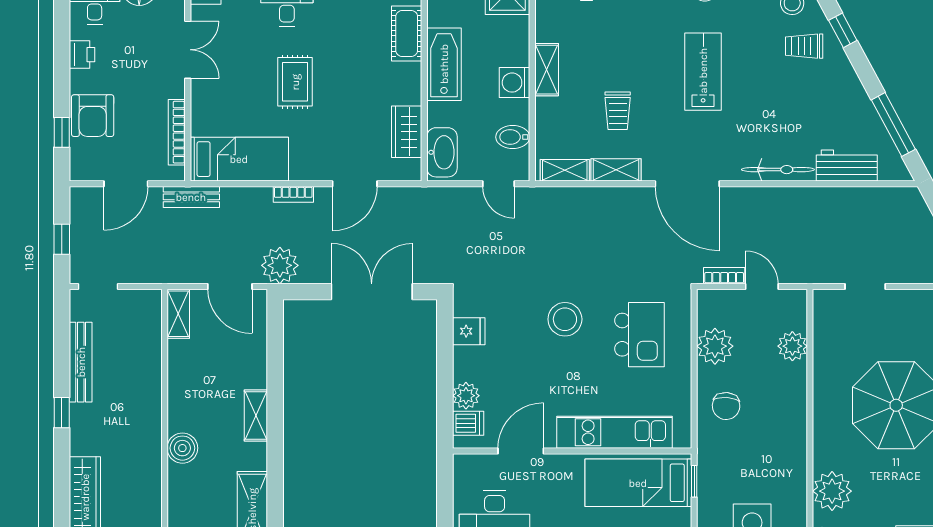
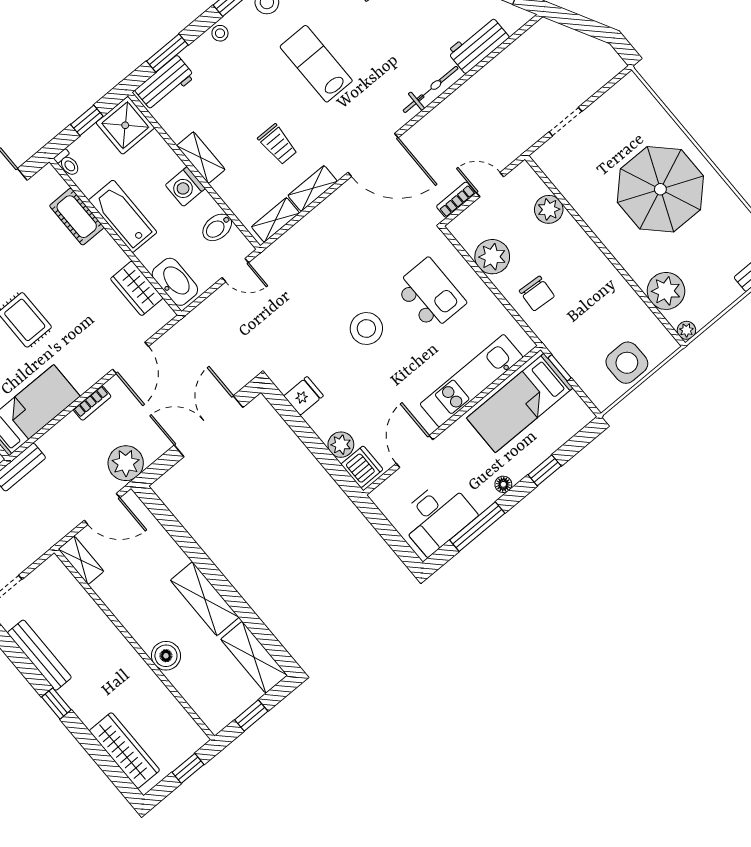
shelving: (256, 415) -> (205, 599), width x1.50, depth x1.33
dishwasher: (468, 423) -> (362, 467), width x1.38

